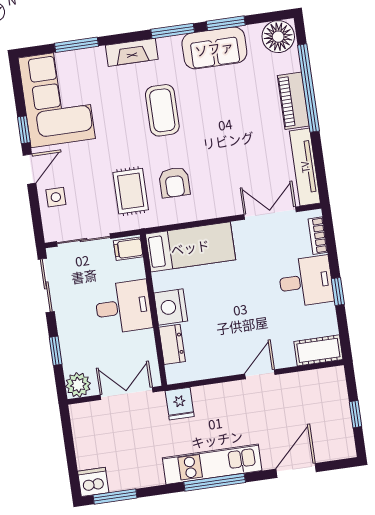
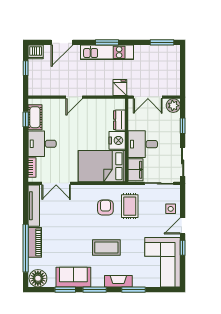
window: (77, 45) -> (134, 290), moved
coffee table: (162, 110) -> (106, 247), turned 90
bed: (190, 247) -> (102, 166), width x1.50
filing cabinet: (128, 249) -> (136, 170), width x2.00
window: (338, 292) -> (26, 119), moved
cot: (318, 350) -> (35, 117), moved, turned 90
dishwasher: (93, 482) -> (36, 52), moved
window: (215, 482) -> (107, 42), width x0.69

